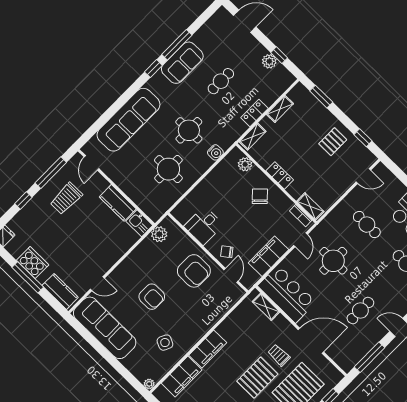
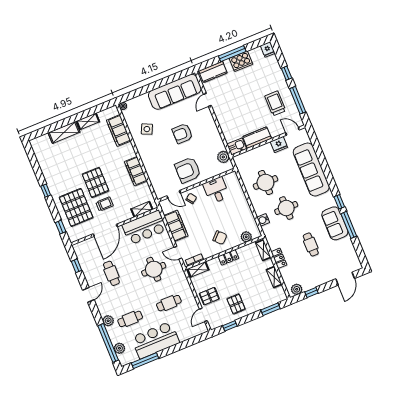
plant: (269, 61) -> (297, 289), moved
fridge: (115, 173) -> (279, 144), added
pallet: (337, 179) -> (209, 296), added
filing cabinet: (208, 349) -> (136, 171), moved
window: (369, 357) -> (76, 266), width x0.46

